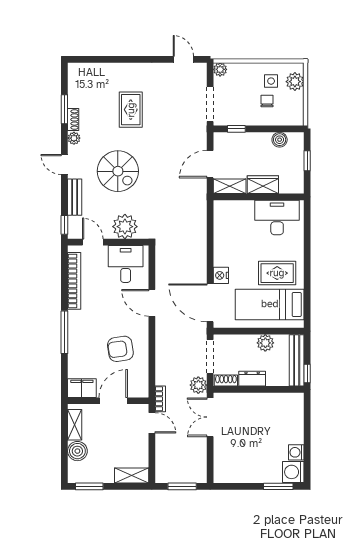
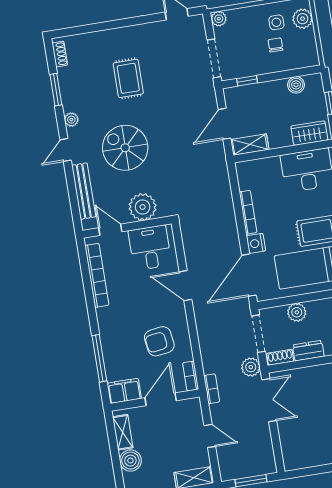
shoe rack: (73, 119) -> (60, 54), moved
door: (64, 165) -> (66, 150), hinge flipped
spiral stairs: (118, 171) -> (125, 148), turned 180
wardrobe: (263, 185) -> (309, 133), moved
bench: (75, 197) -> (84, 191), width x1.36
window: (64, 225) -> (76, 216), removed
bookcase: (218, 246) -> (248, 212), added
door: (210, 303) -> (249, 275), hinge flipped
window: (64, 332) -> (99, 358), moved
plant: (265, 343) -> (297, 312), moved
bookcase: (143, 384) -> (191, 376), added
double door: (210, 417) -> (269, 400), swing flipped
door: (152, 423) -> (210, 436), moved

